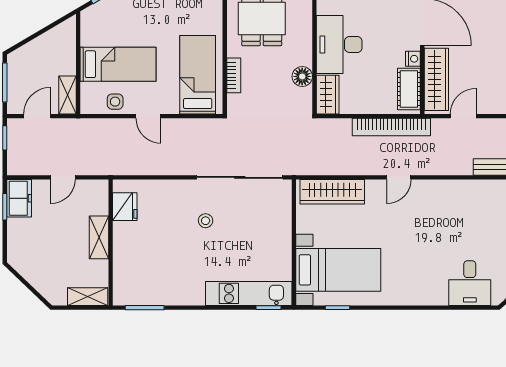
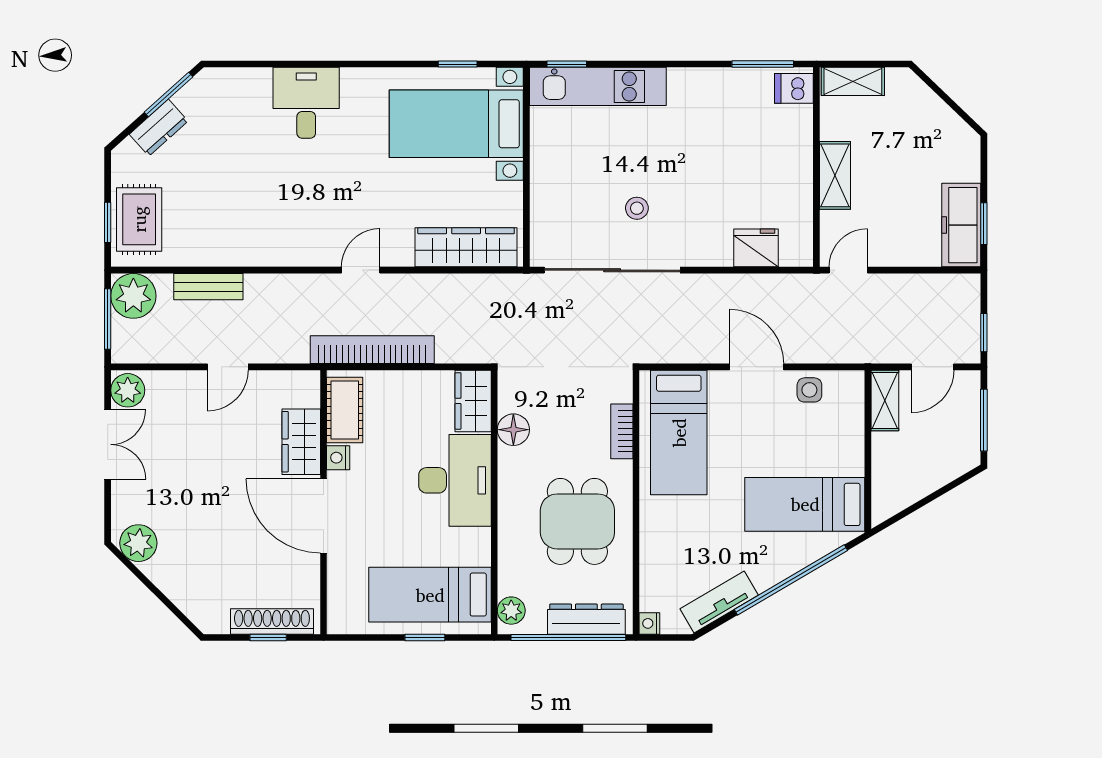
bed: (118, 64) -> (805, 504), moved
wardrobe: (436, 79) -> (301, 442), width x0.67
door: (148, 116) -> (757, 367), width x1.38
door: (463, 116) -> (228, 367), moved
door: (63, 177) -> (848, 270), moved
freezer: (19, 198) -> (961, 225), width x1.40
fridge: (125, 207) -> (756, 248), moved, turned 90
stool: (206, 221) -> (637, 208), moved
desk: (470, 283) -> (306, 103), moved
dishwasher: (125, 292) -> (794, 88), added

